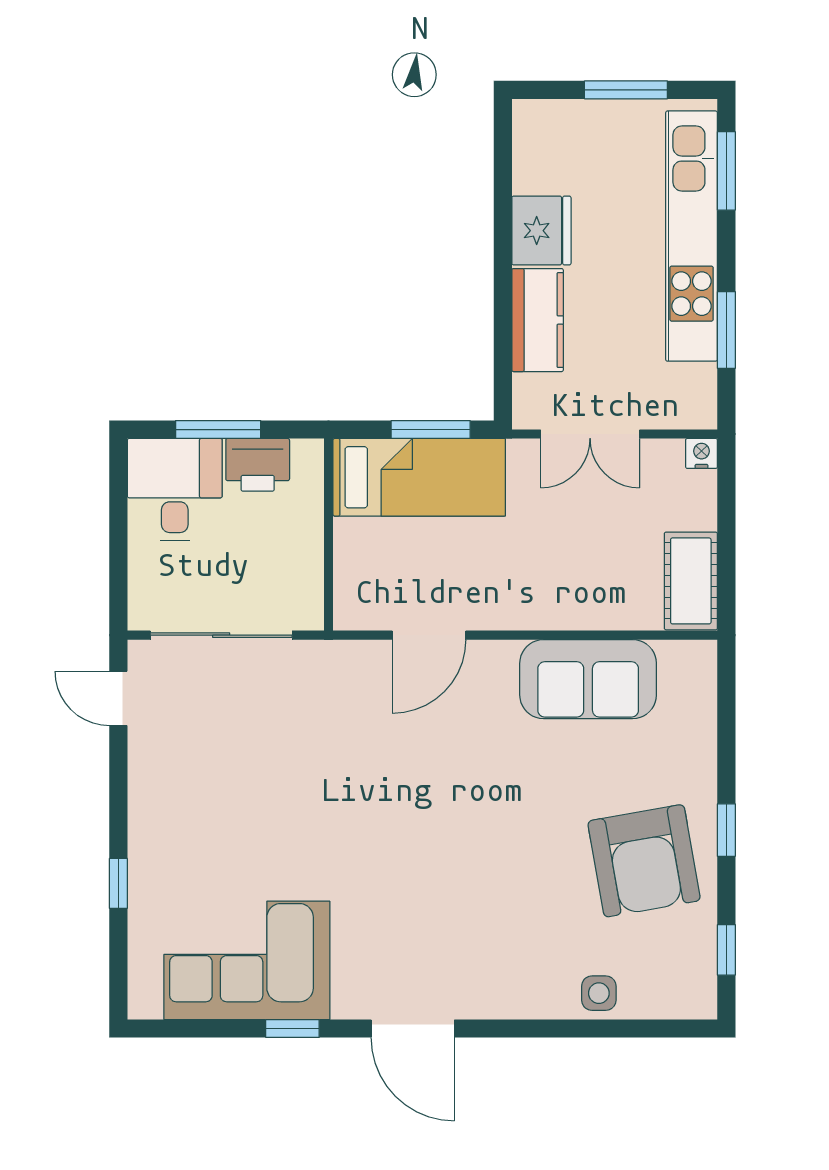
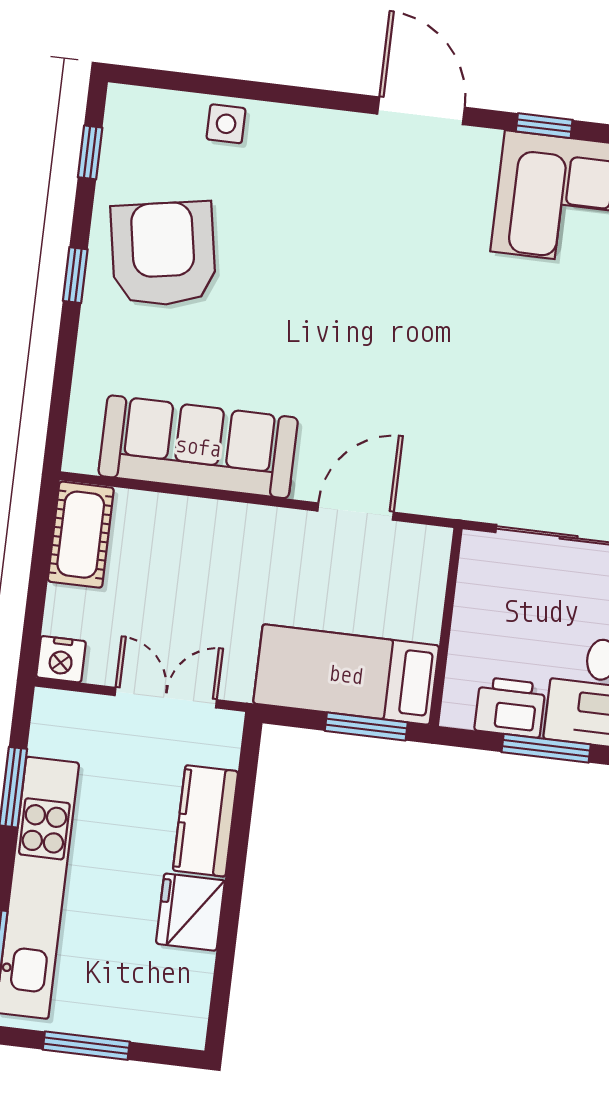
window: (431, 430) -> (366, 727), moved
nightstand: (701, 453) -> (61, 659), width x1.39, depth x1.35
sofa: (588, 679) -> (198, 447), width x1.36

